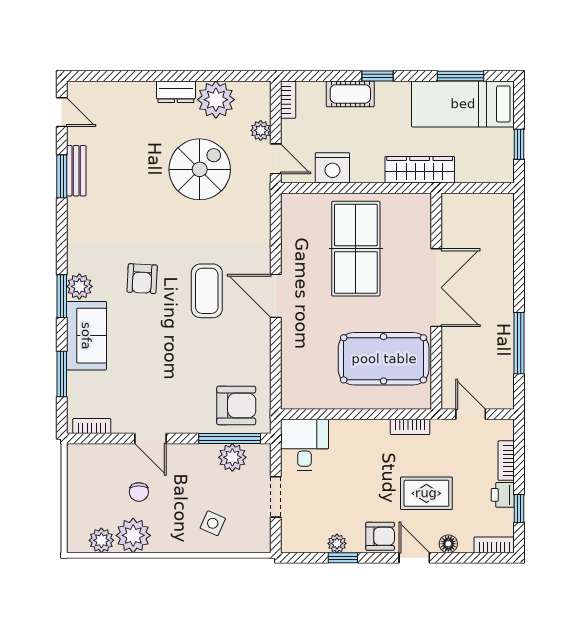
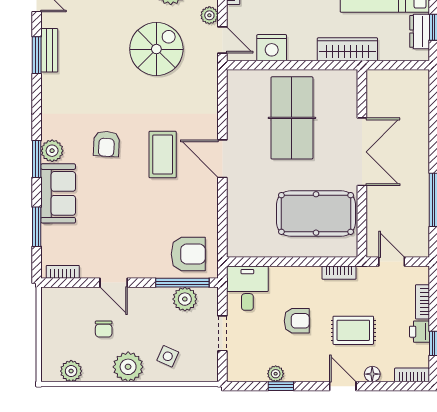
dresser: (503, 149) -> (420, 31), added
plant: (133, 535) -> (128, 367), moved
armchair: (380, 536) -> (297, 321), moved

